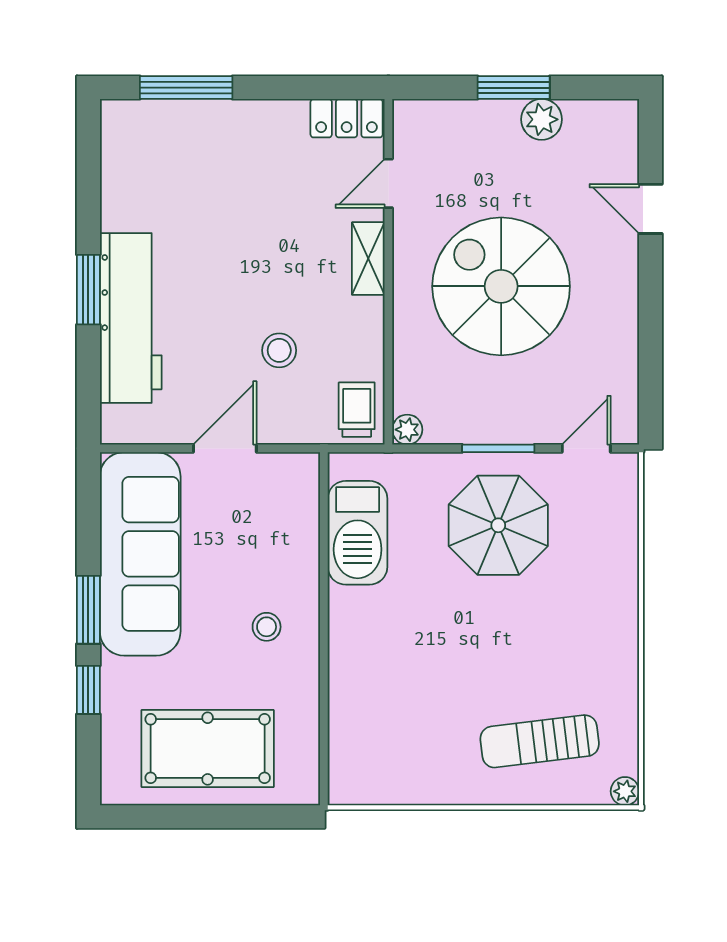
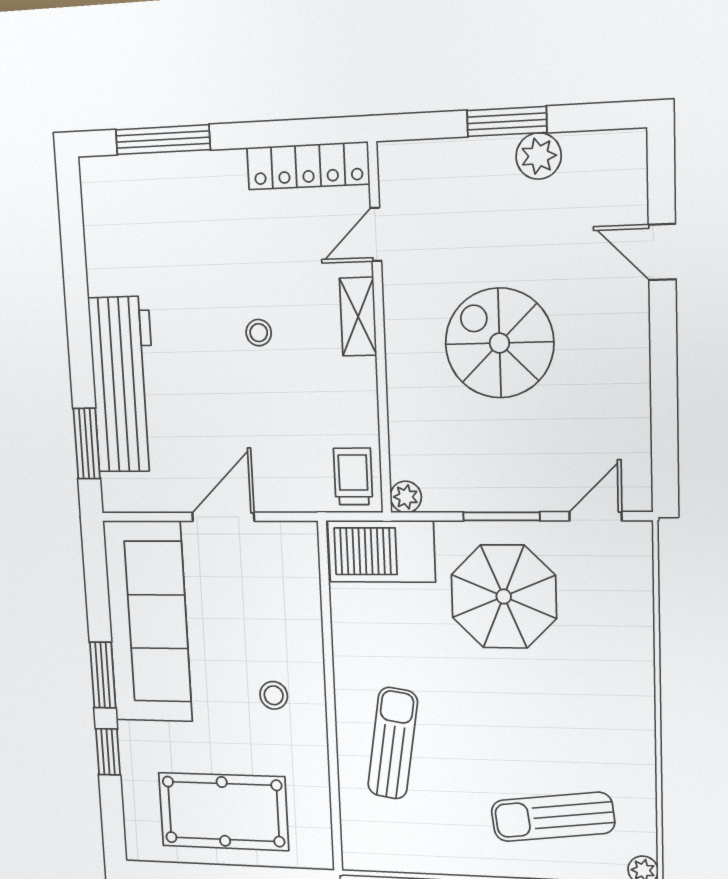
locker: (347, 118) -> (308, 166), width x1.53
spiral stairs: (501, 286) -> (499, 343), width x0.73, depth x0.73
window: (88, 290) -> (87, 444), moved
stool: (279, 350) -> (259, 333), moved, width x0.73, depth x0.73
barbecue: (358, 533) -> (381, 551), moved, turned 90
sun lounger: (385, 672) -> (393, 743), added

